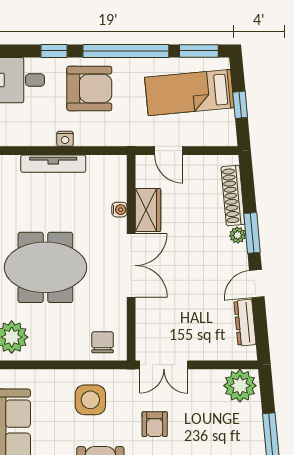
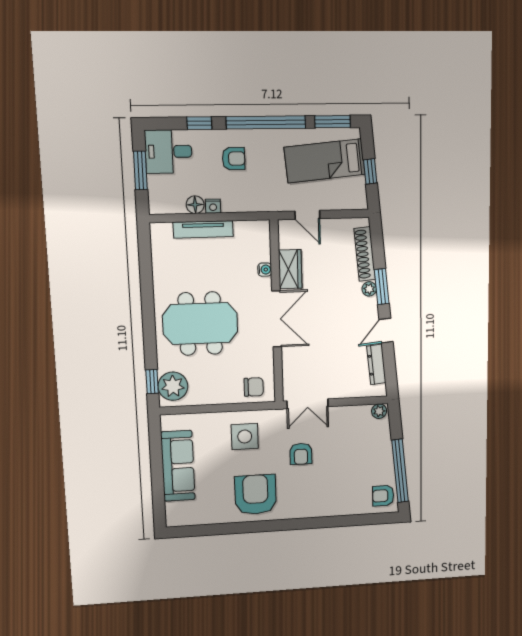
armchair: (89, 89) -> (234, 159), width x0.53, depth x0.53
floor lamp: (46, 137) -> (195, 205), added
chair: (103, 342) -> (254, 387), turned 90
plant: (240, 386) -> (379, 411), width x0.53, depth x0.53

